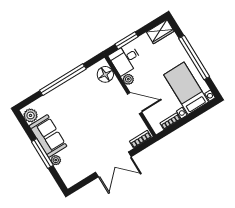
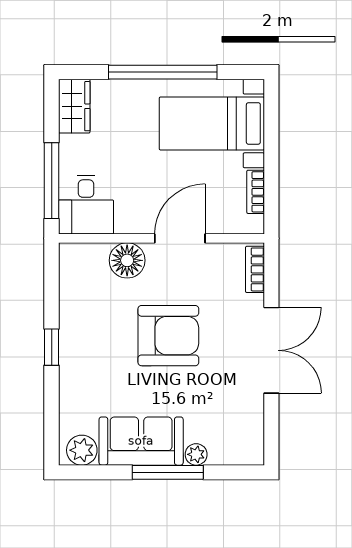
window: (126, 40) -> (52, 181), width x1.44
floor lamp: (105, 74) -> (127, 260), moved
plant: (128, 79) -> (127, 222), removed
window: (63, 80) -> (52, 347), width x0.32
armchair: (95, 122) -> (168, 336), added

